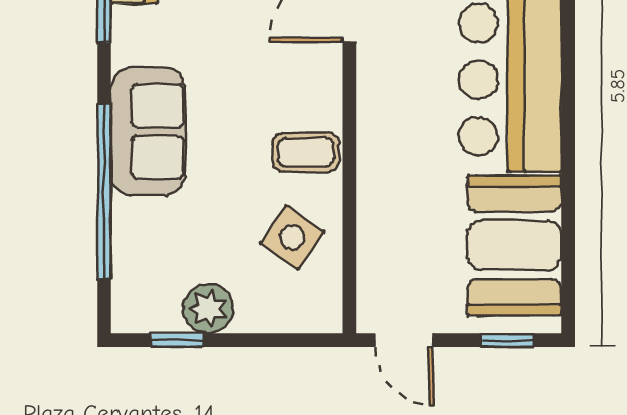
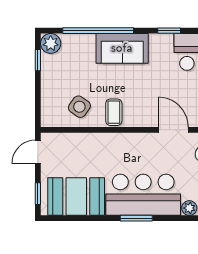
window: (568, 97) -> (136, 218), added
plant: (208, 309) -> (51, 43), moved

